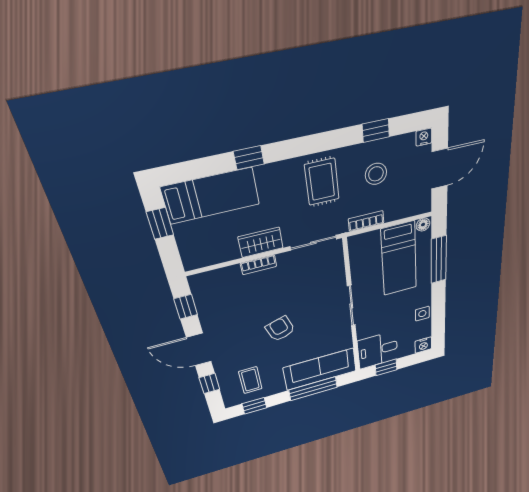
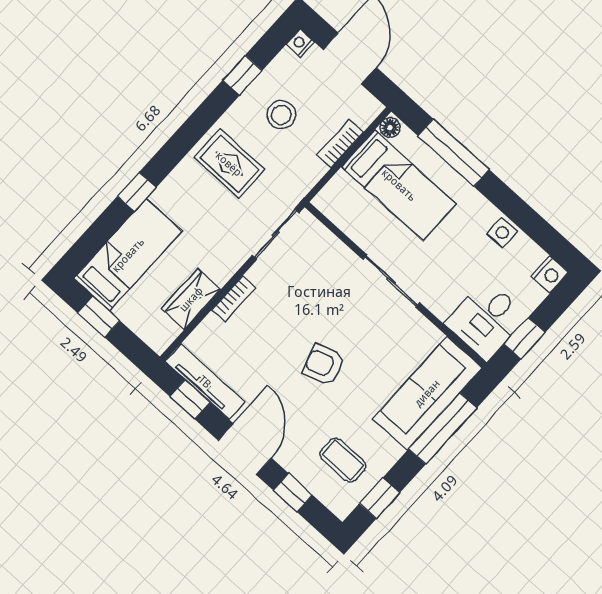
bookcase: (366, 221) -> (340, 144), moved
wardrobe: (261, 242) -> (191, 299), moved
tv unit: (203, 302) -> (205, 382), added
door: (199, 350) -> (245, 449), swing flipped

